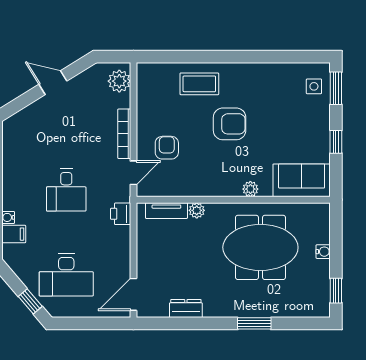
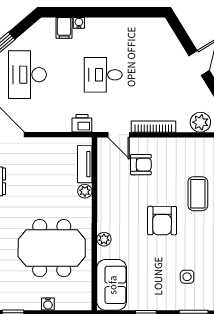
side table: (314, 86) -> (187, 277), moved
meeting table: (260, 247) -> (52, 248), turned 90

